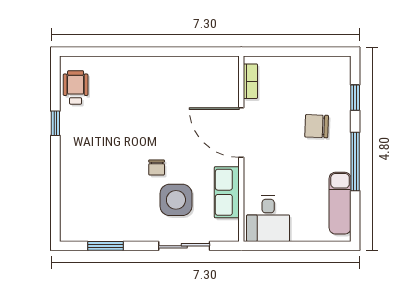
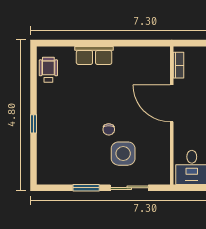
window: (55, 123) -> (33, 124), moved
row of seats: (227, 192) -> (94, 55), moved, turned -90
window: (106, 246) -> (86, 188), moved

